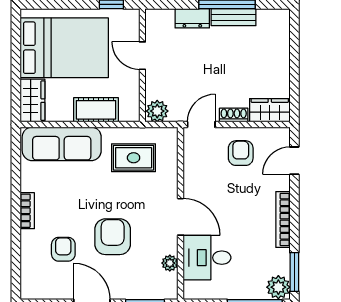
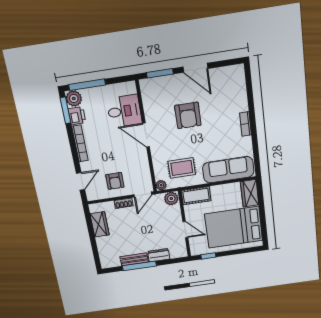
cot: (96, 110) -> (196, 196), moved
wardrobe: (270, 110) -> (100, 224), moved, turned -90
armchair: (63, 249) -> (219, 102), removed
printer: (279, 261) -> (77, 116), added
plant: (170, 263) -> (161, 185), moved

